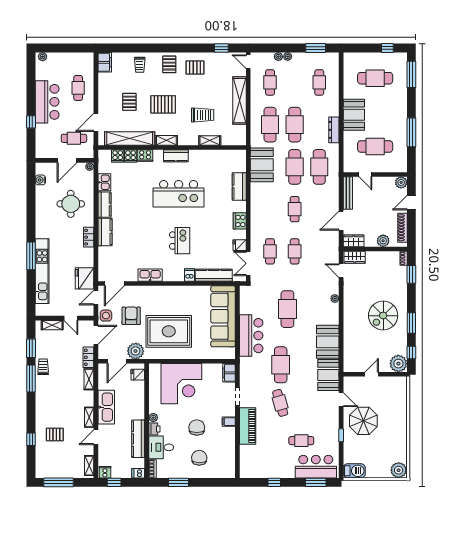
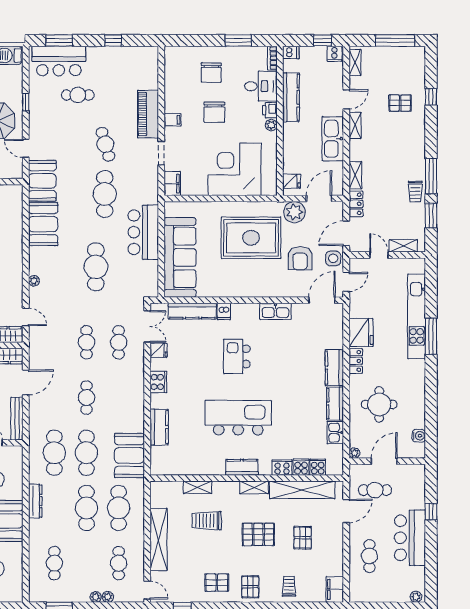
fridge: (85, 278) -> (361, 333), moved

